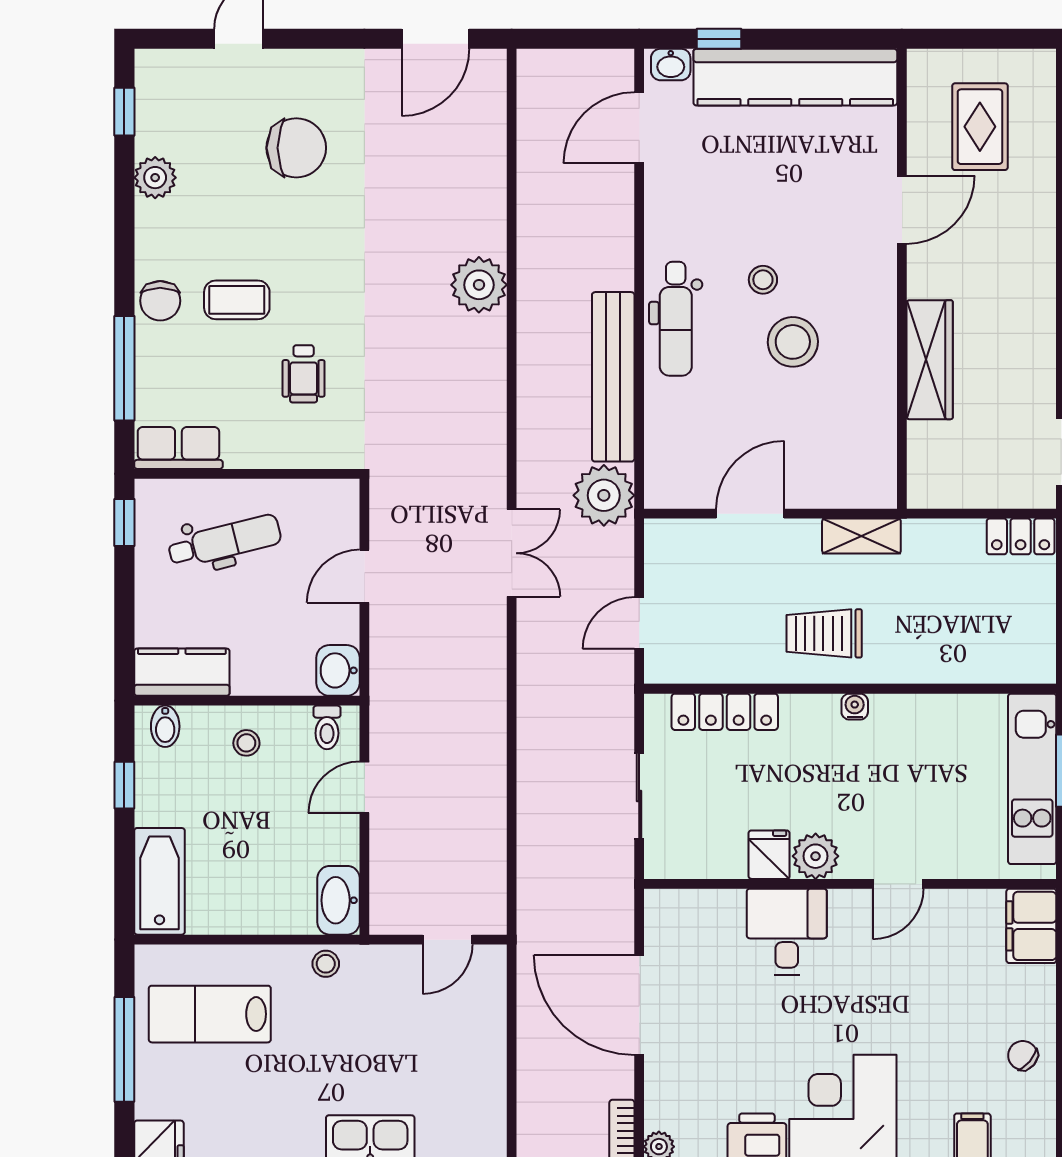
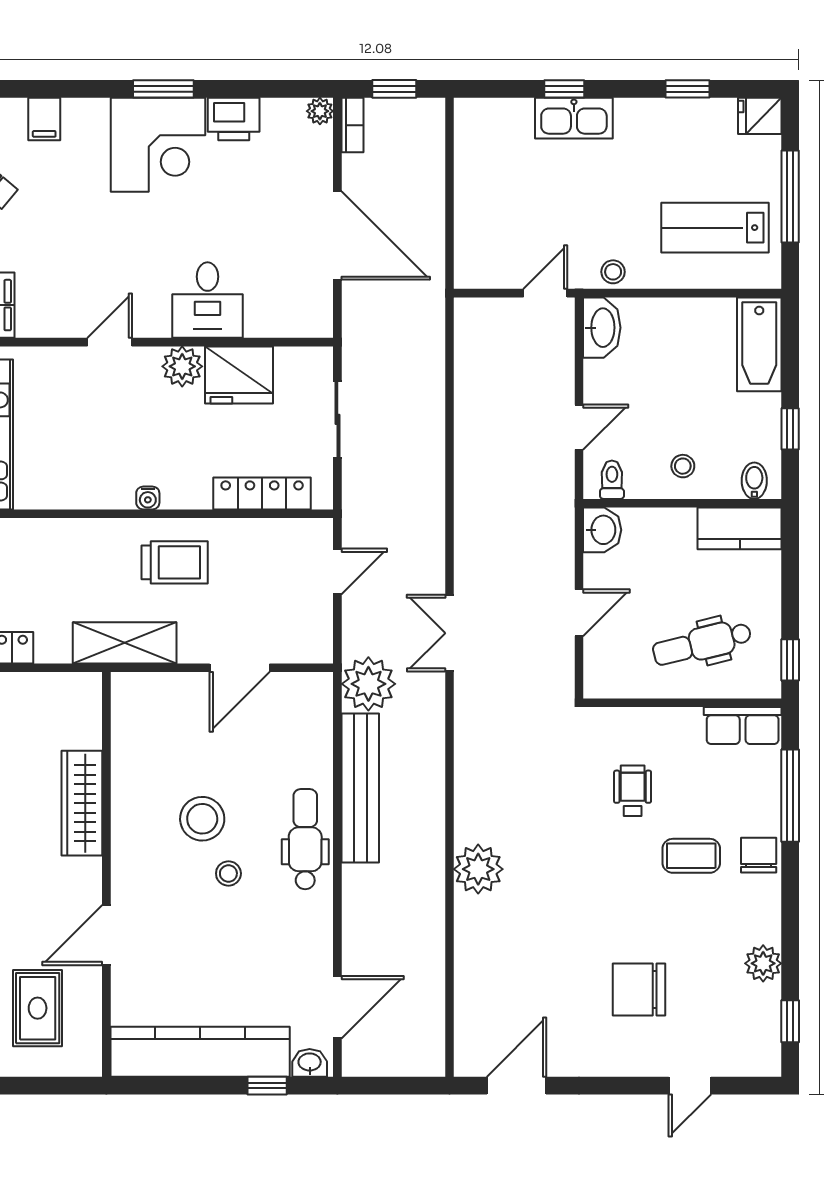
shelving: (861, 536) -> (125, 643), width x1.50, depth x1.33
fridge: (769, 855) -> (239, 375), width x1.88, depth x1.34
door: (448, 940) -> (545, 293), moved
lab bench: (210, 1014) -> (715, 228), turned 180

